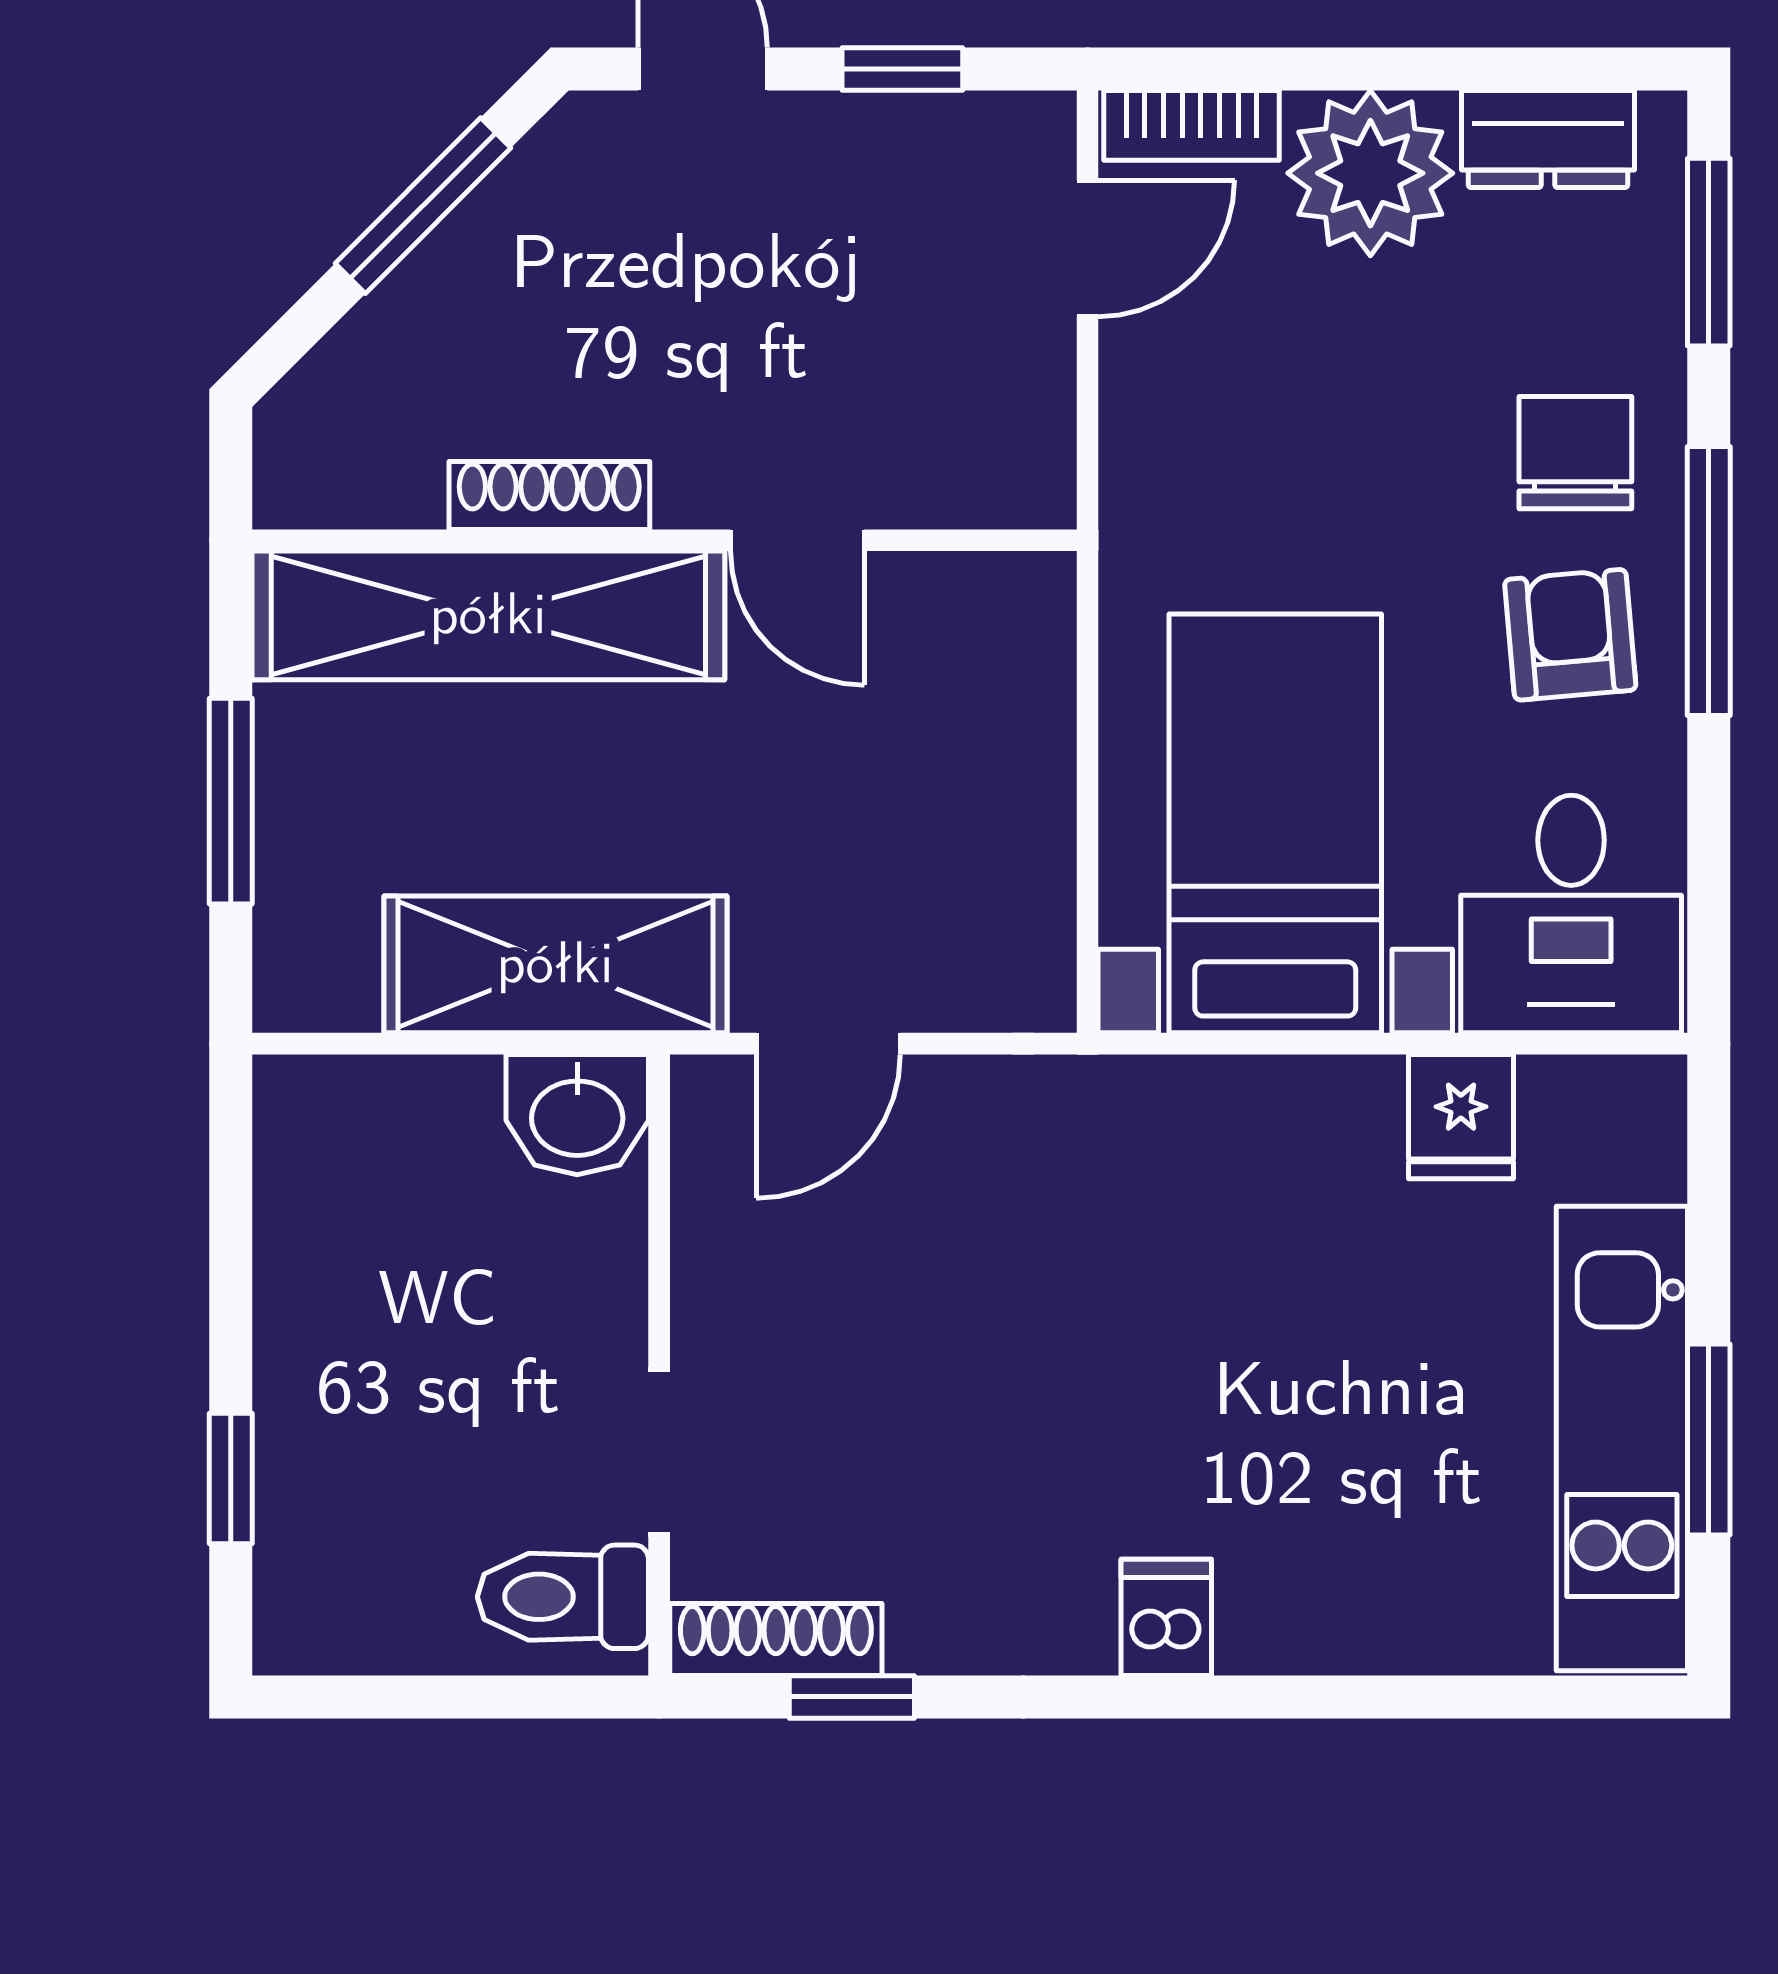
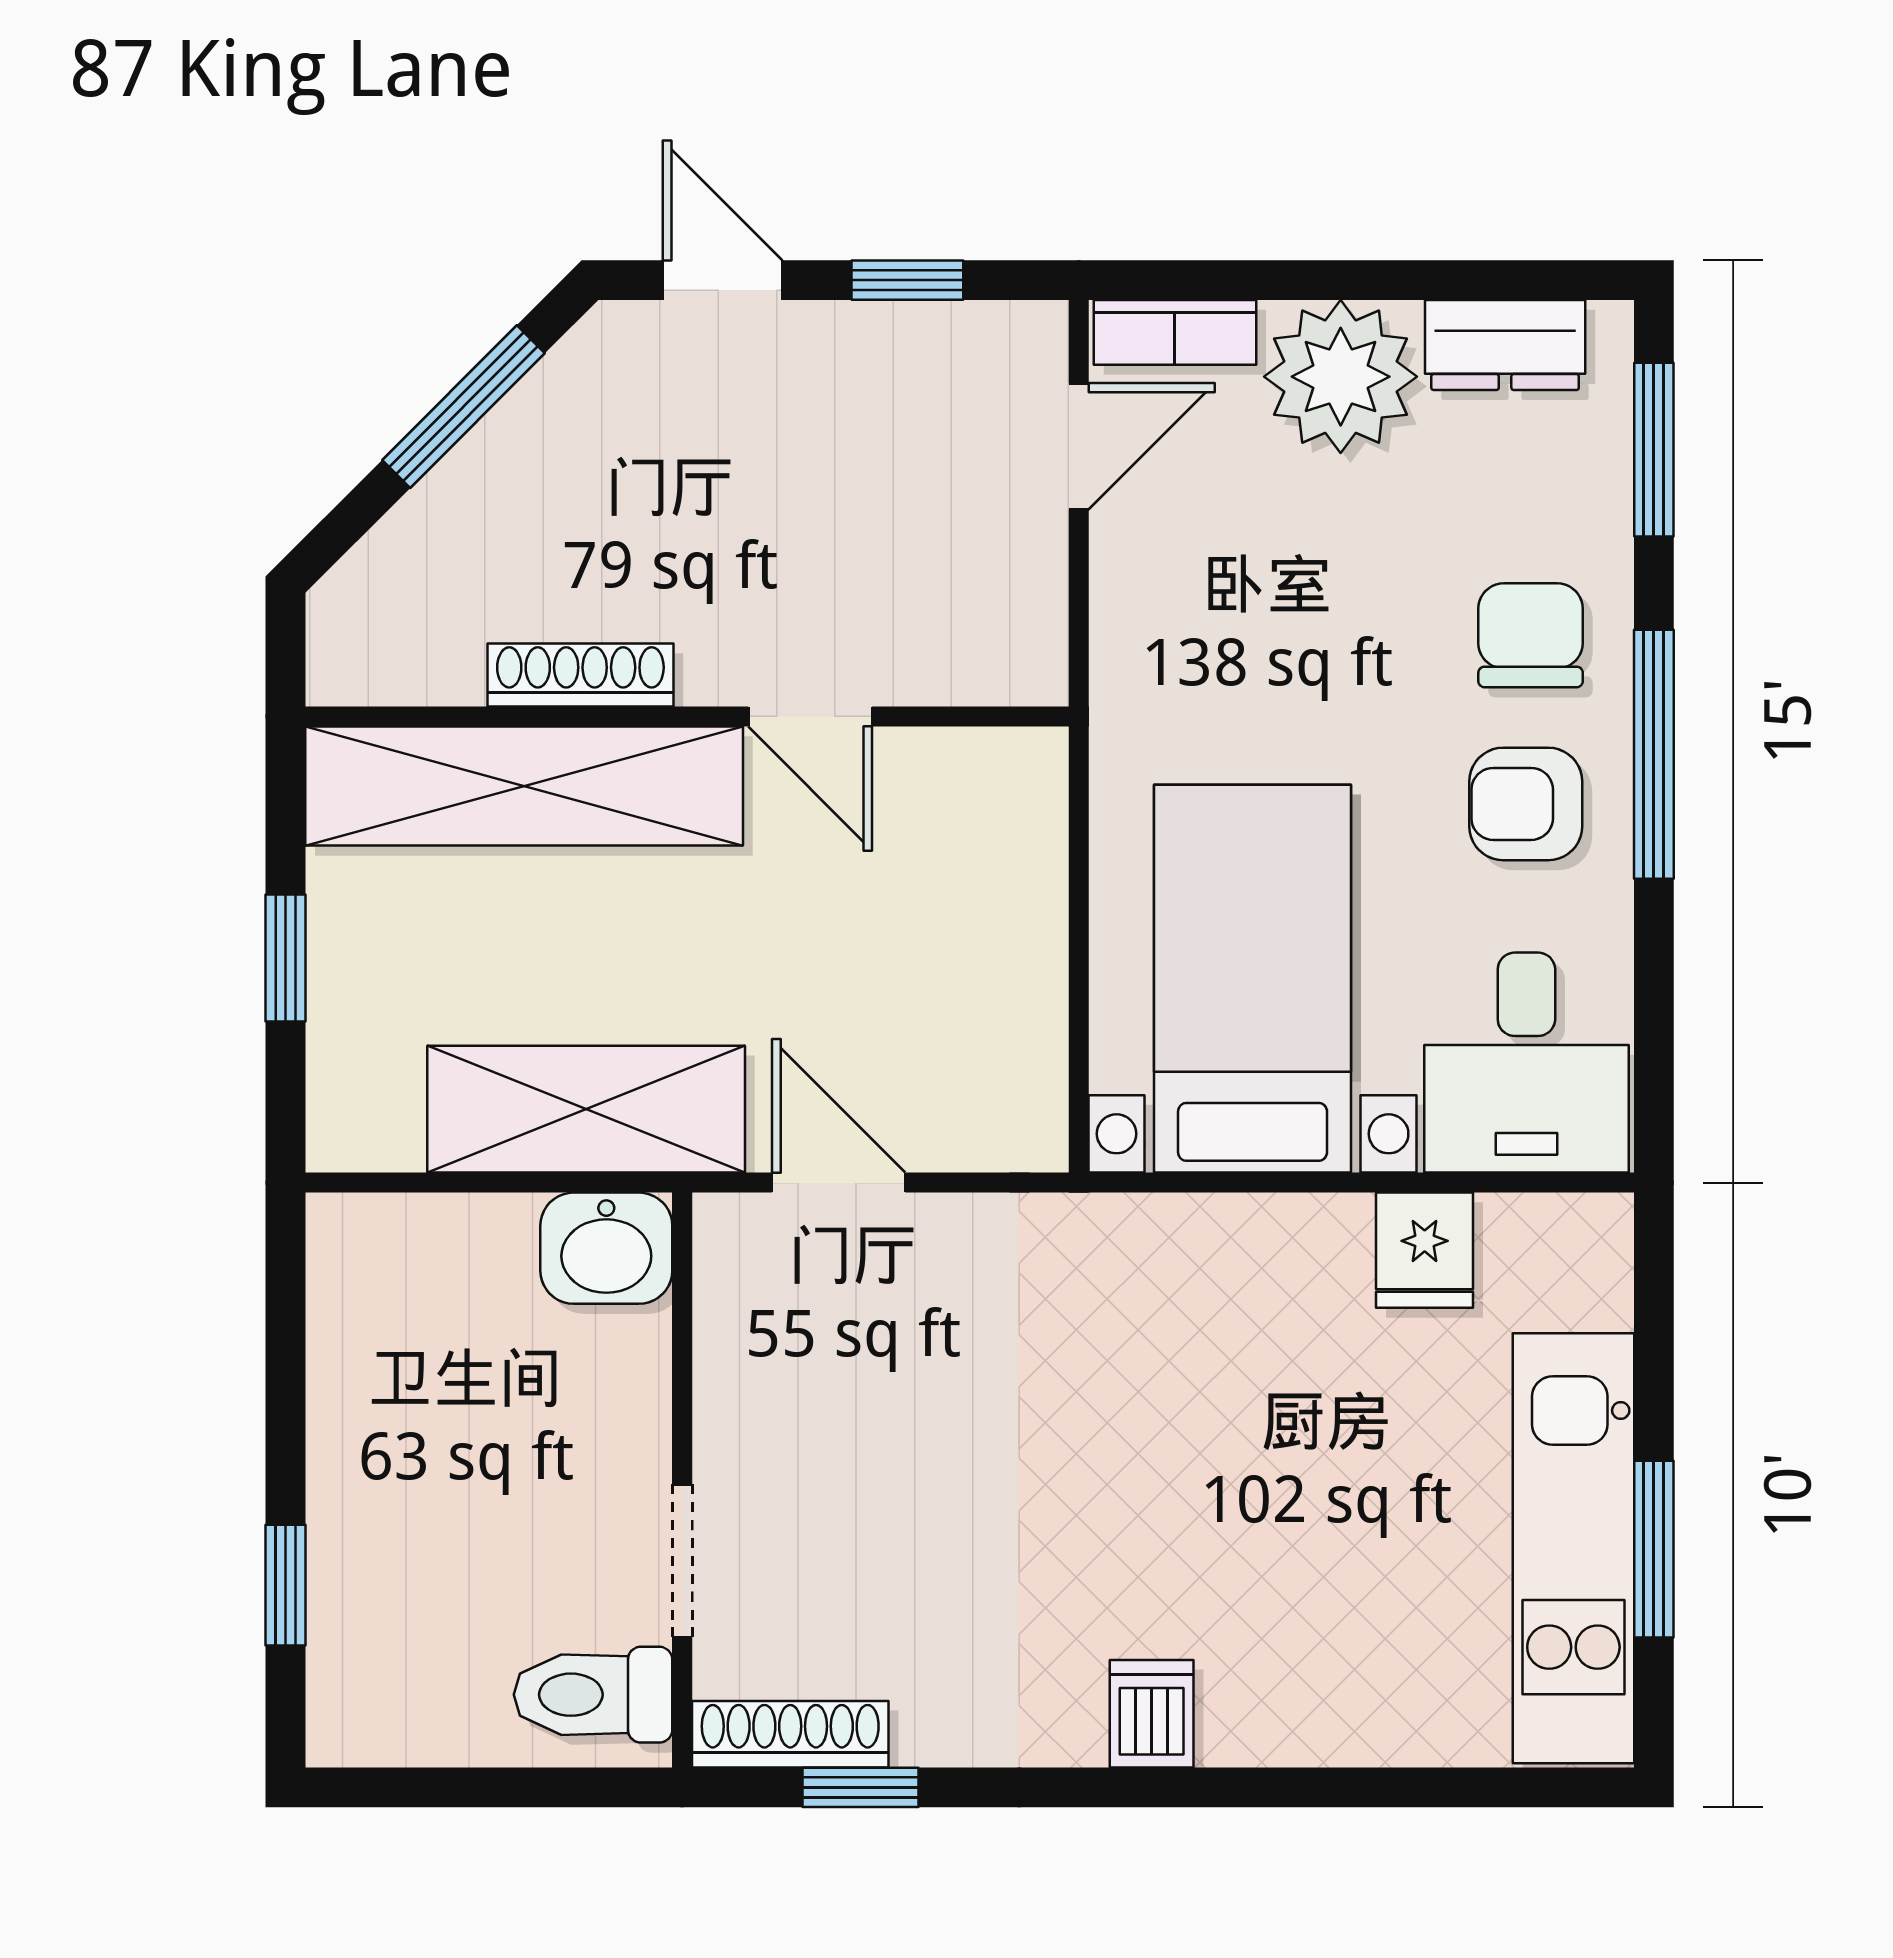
armchair: (1570, 635) -> (1526, 804), turned -85
window: (231, 801) -> (285, 958), width x0.67
door: (828, 1044) -> (839, 1183), swing flipped

